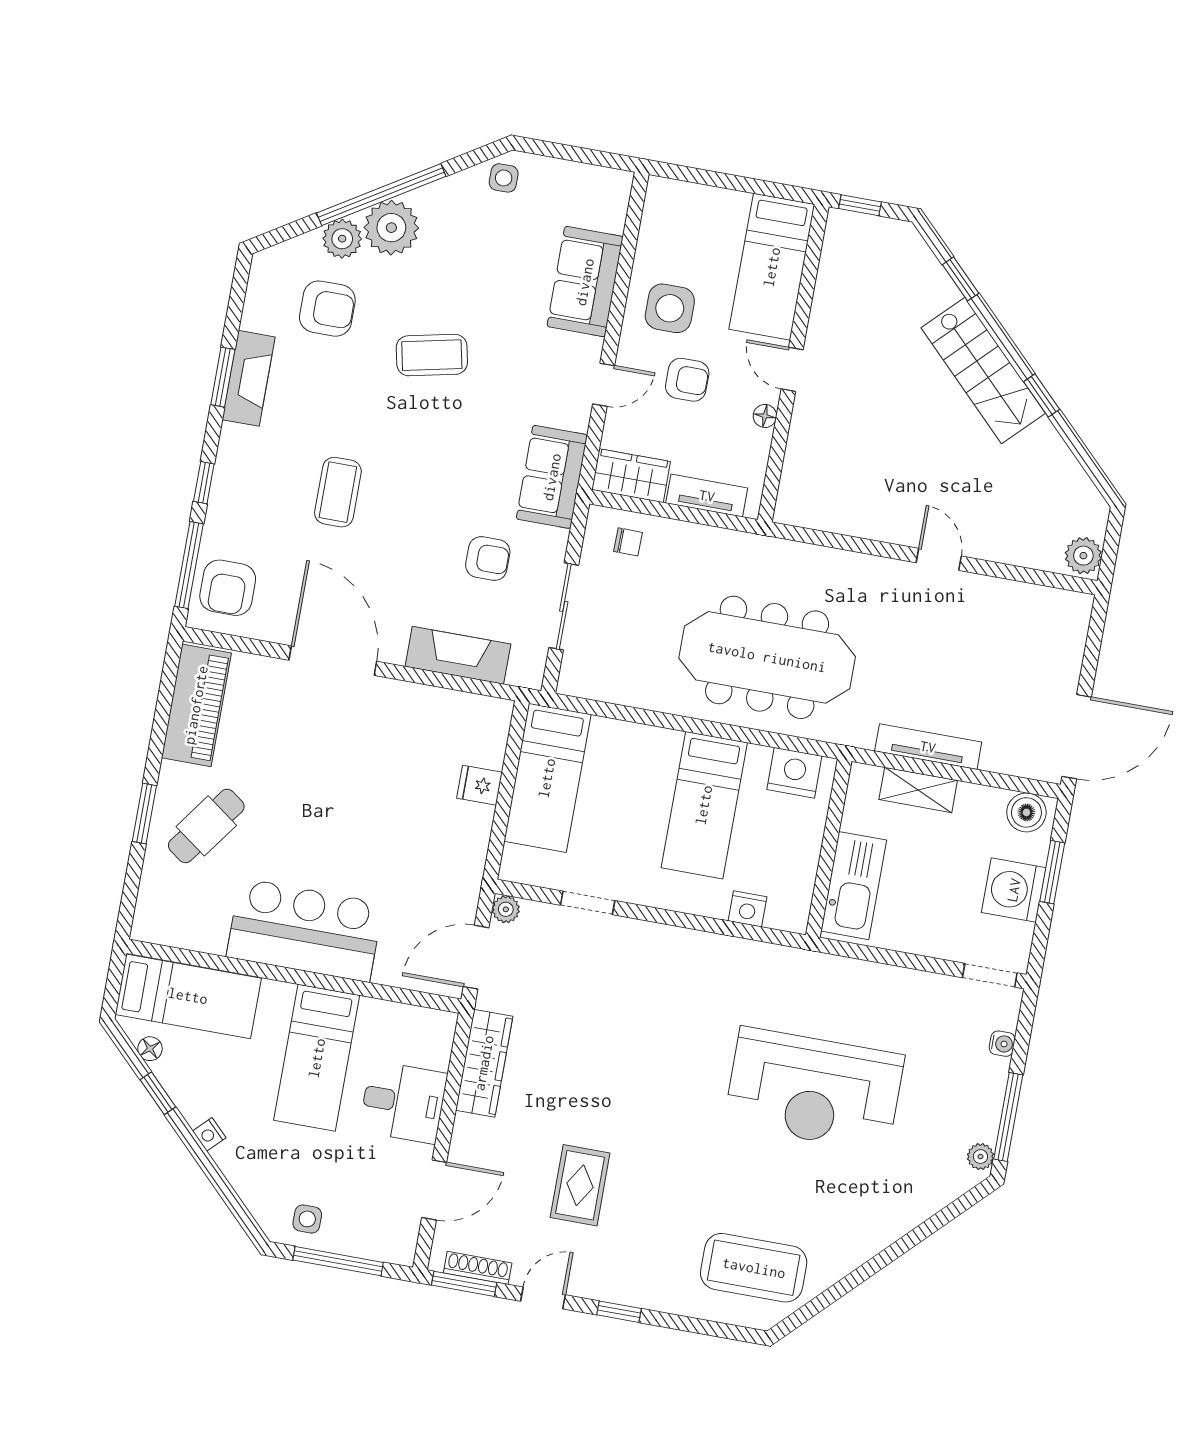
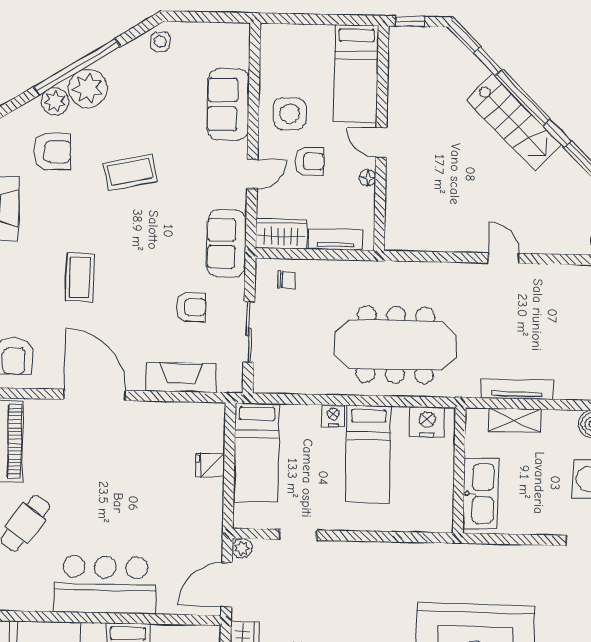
nightstand: (748, 909) -> (333, 416), moved, turned 180

